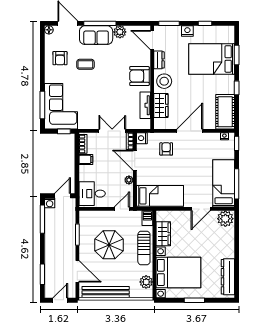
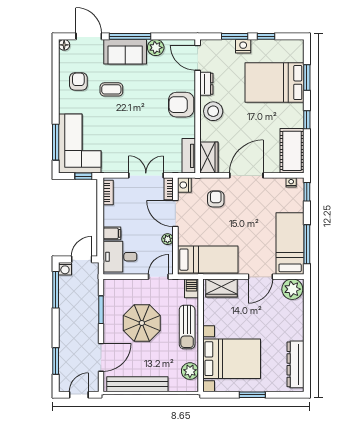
window: (169, 23) -> (235, 36), moved
armchair: (60, 58) -> (78, 81), turned 180
tv unit: (145, 105) -> (189, 156), moved
wardrobe: (161, 105) -> (209, 158), moved
filing cabinet: (86, 159) -> (112, 233), moved
wardrobe: (163, 234) -> (221, 288), moved, turned 90
door: (77, 271) -> (101, 357), hinge flipped

